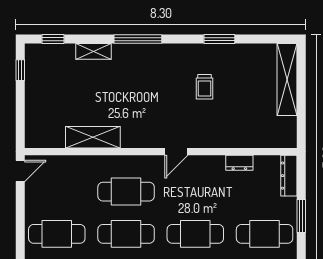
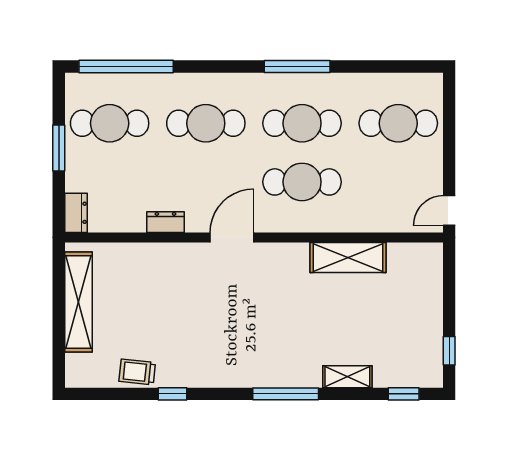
window: (219, 39) -> (173, 394), width x0.67
shelving: (287, 80) -> (78, 302), moved
trolley: (204, 87) -> (137, 372), moved, turned -84
door: (176, 152) -> (232, 237), width x1.38
dresser: (239, 163) -> (165, 222), moved
dresser: (289, 176) -> (76, 213), width x0.70

